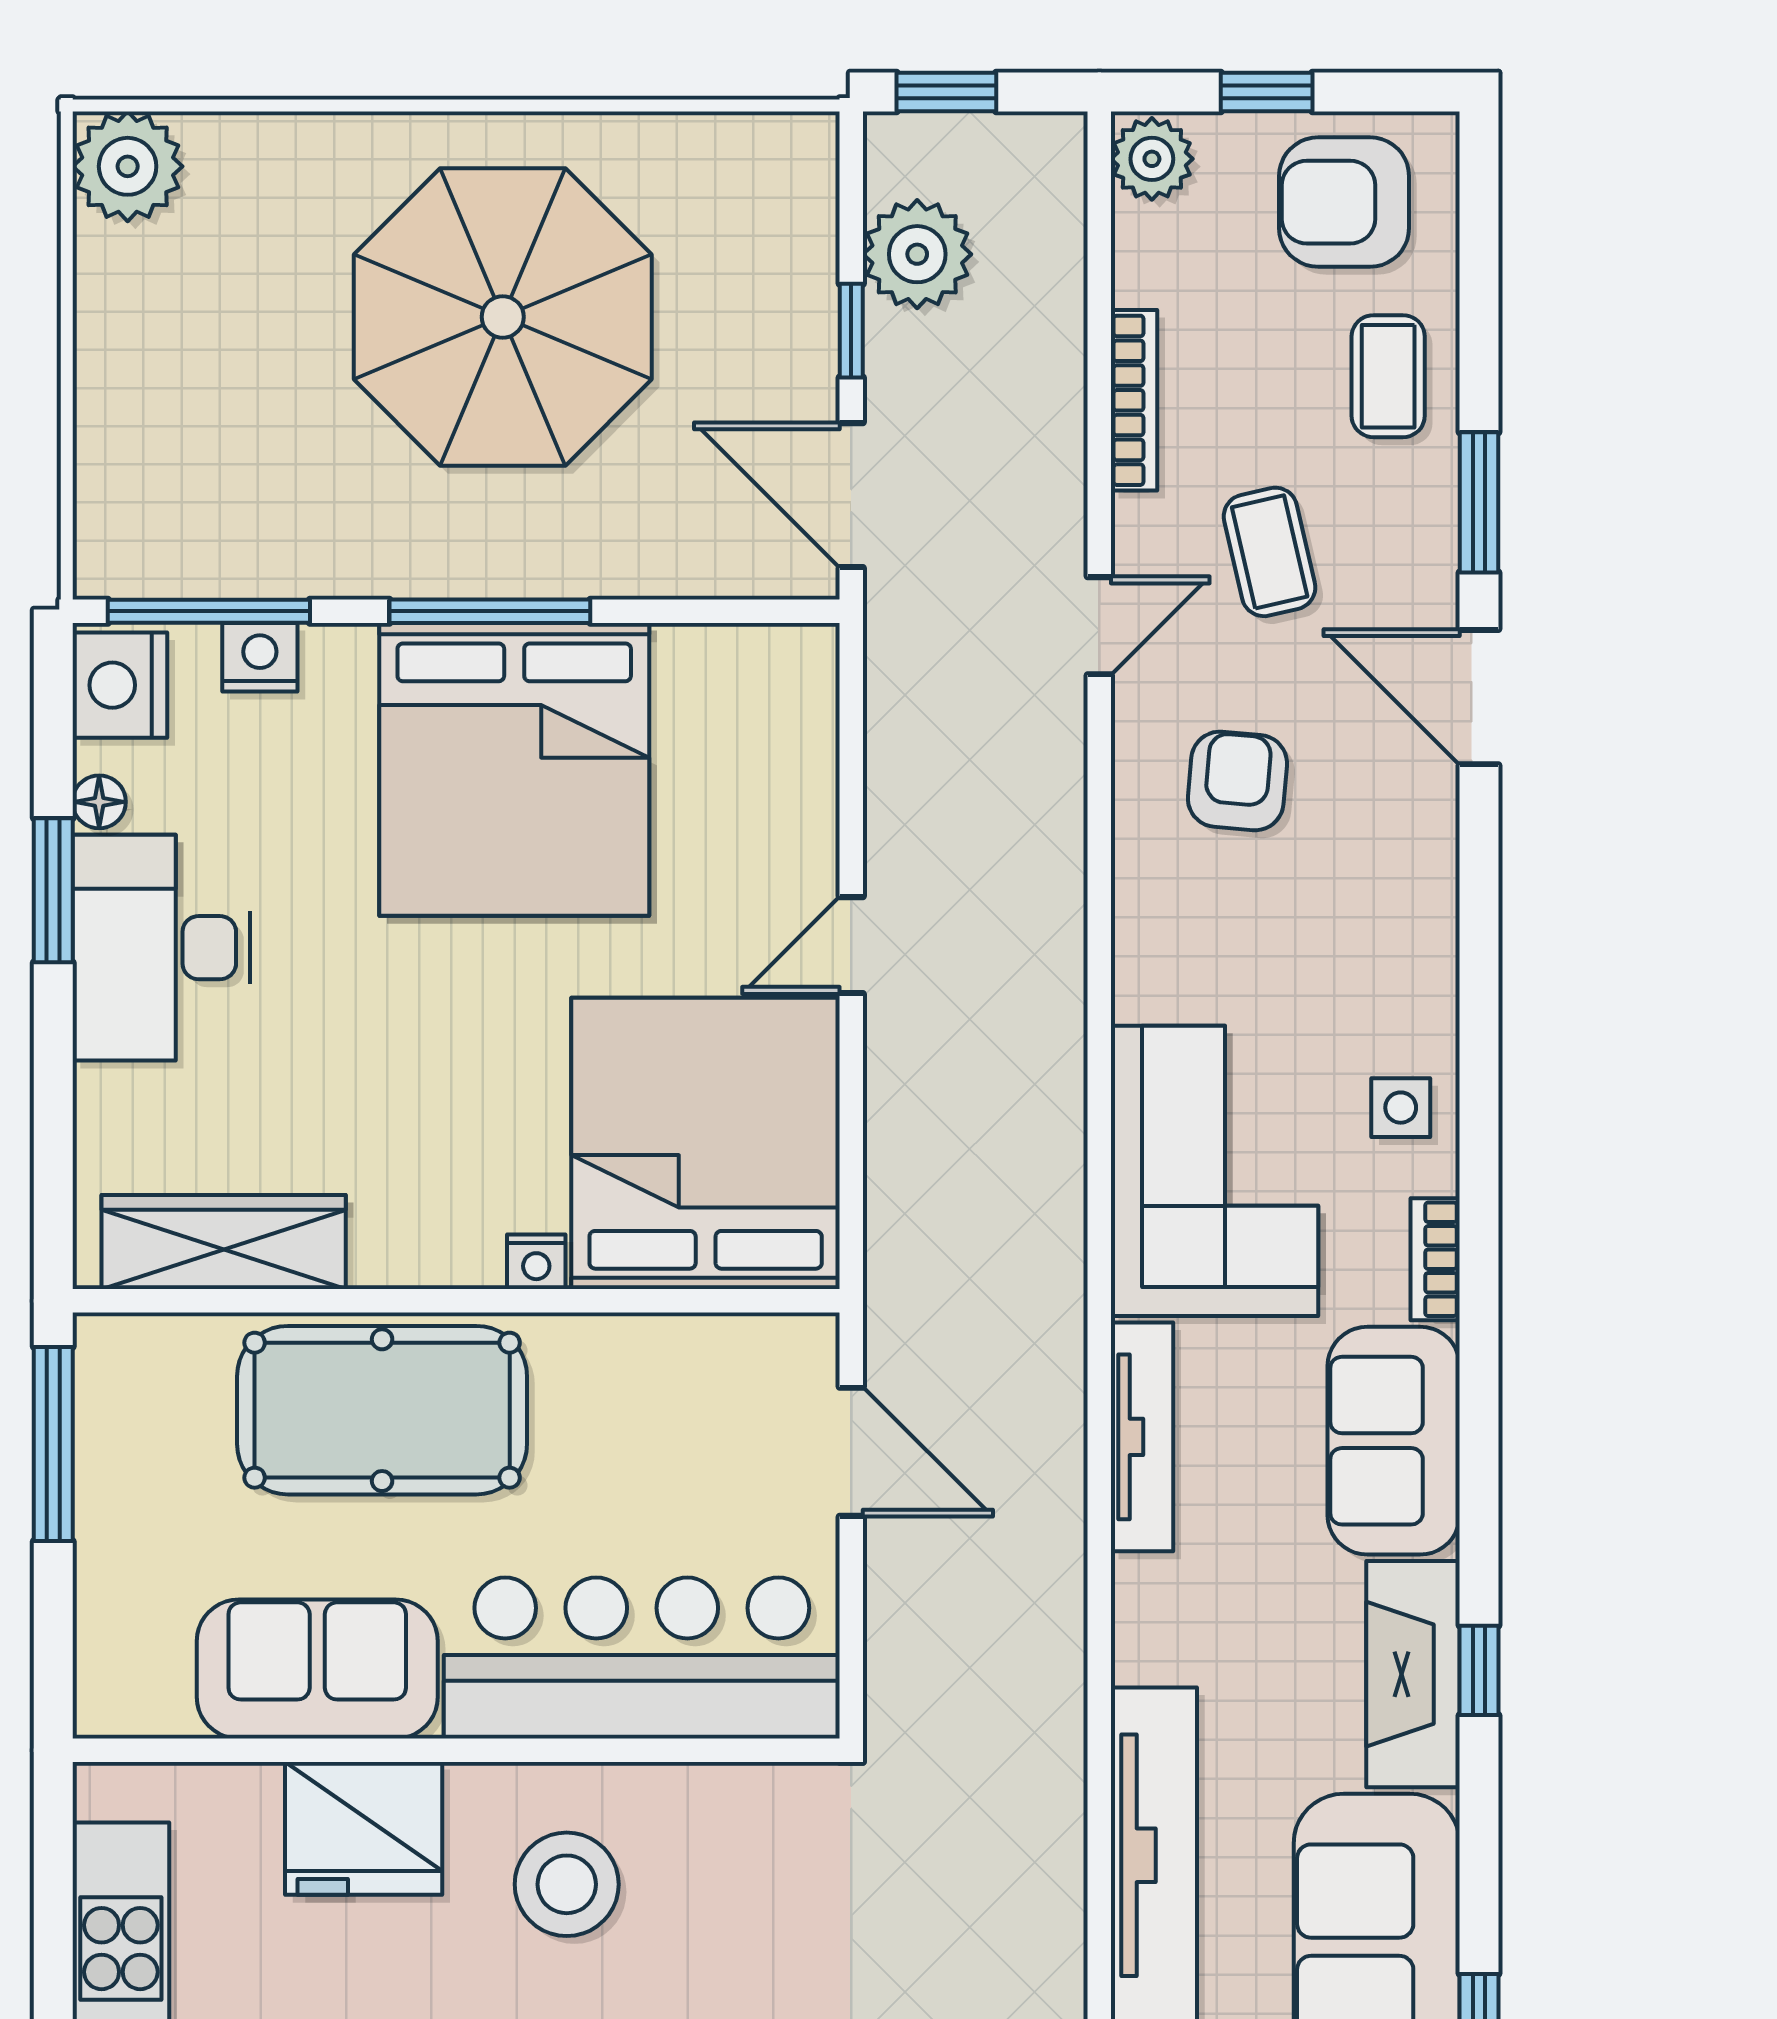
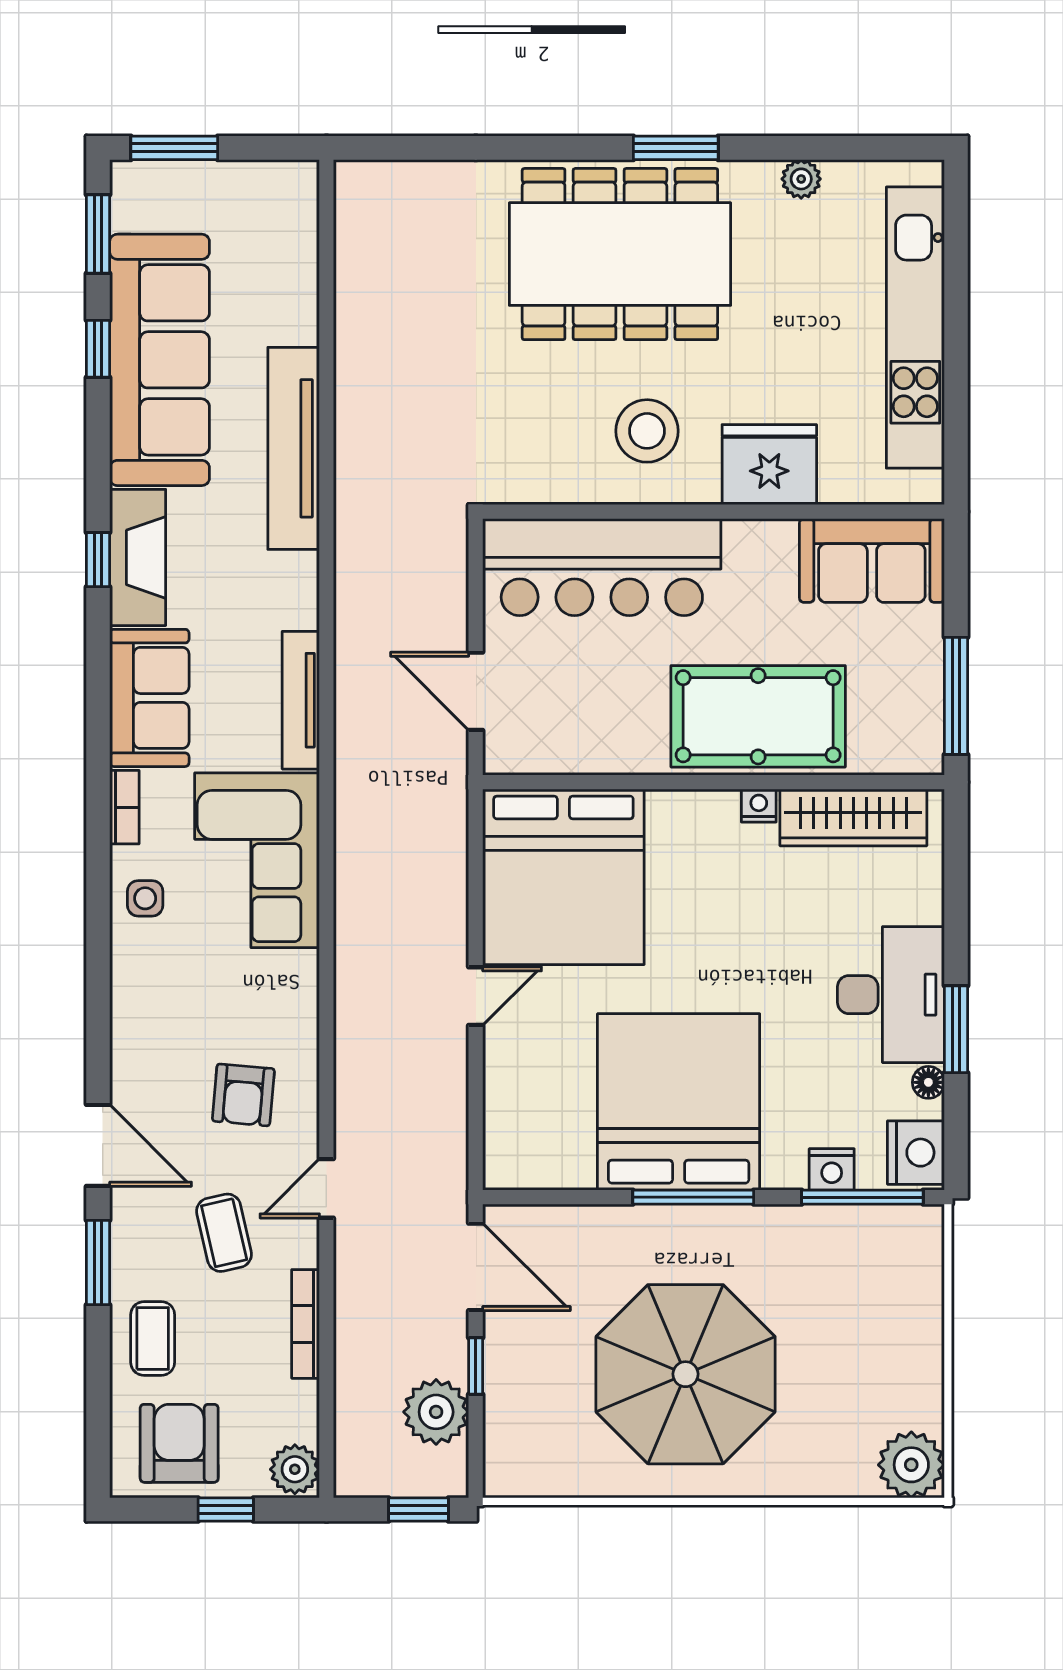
armchair: (1344, 202) -> (179, 1443), turned -90
nightstand: (536, 1262) -> (759, 806), moved
sofa: (317, 1669) -> (872, 560), moved

